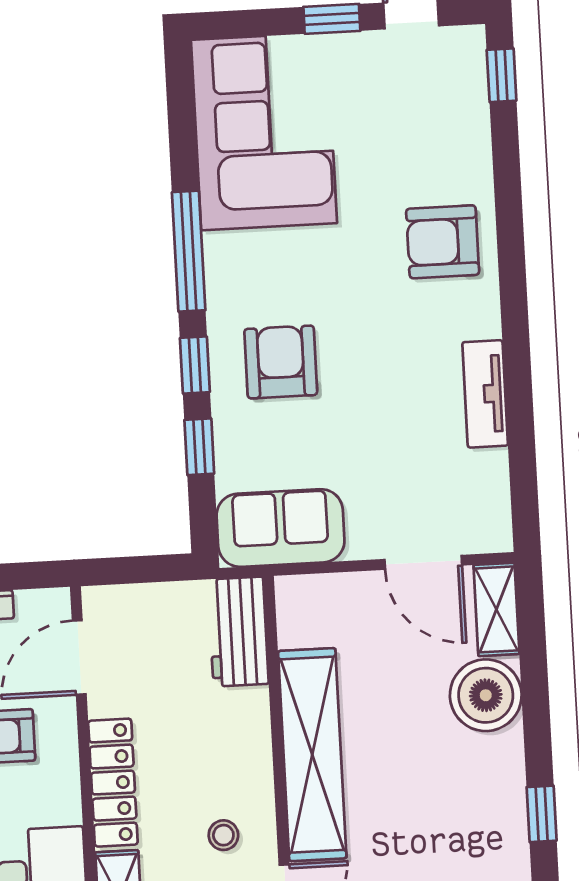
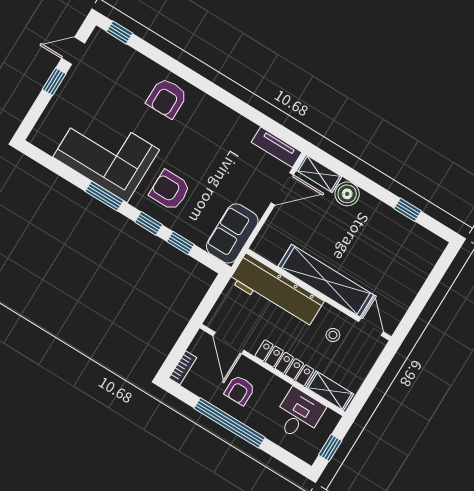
corner sofa: (264, 132) -> (106, 153), moved
window: (189, 251) -> (104, 196), width x0.69
tv unit: (485, 394) -> (277, 147), moved
workbench: (238, 632) -> (276, 291), width x1.87, depth x1.32
boiler: (486, 695) -> (347, 194), width x0.73, depth x0.73

